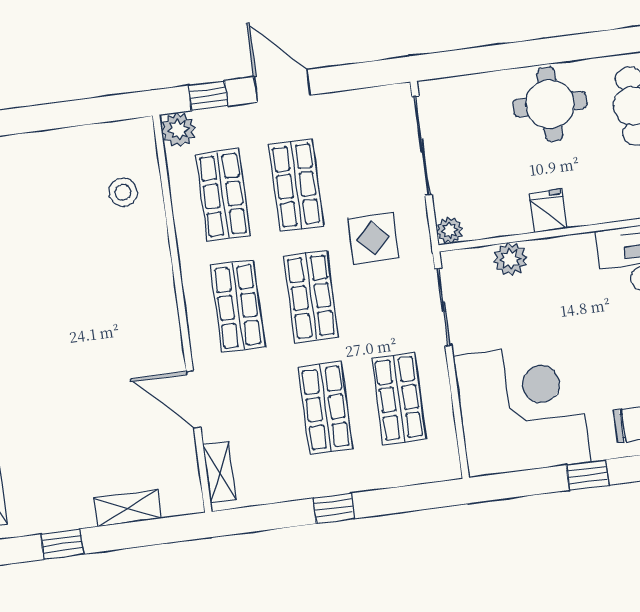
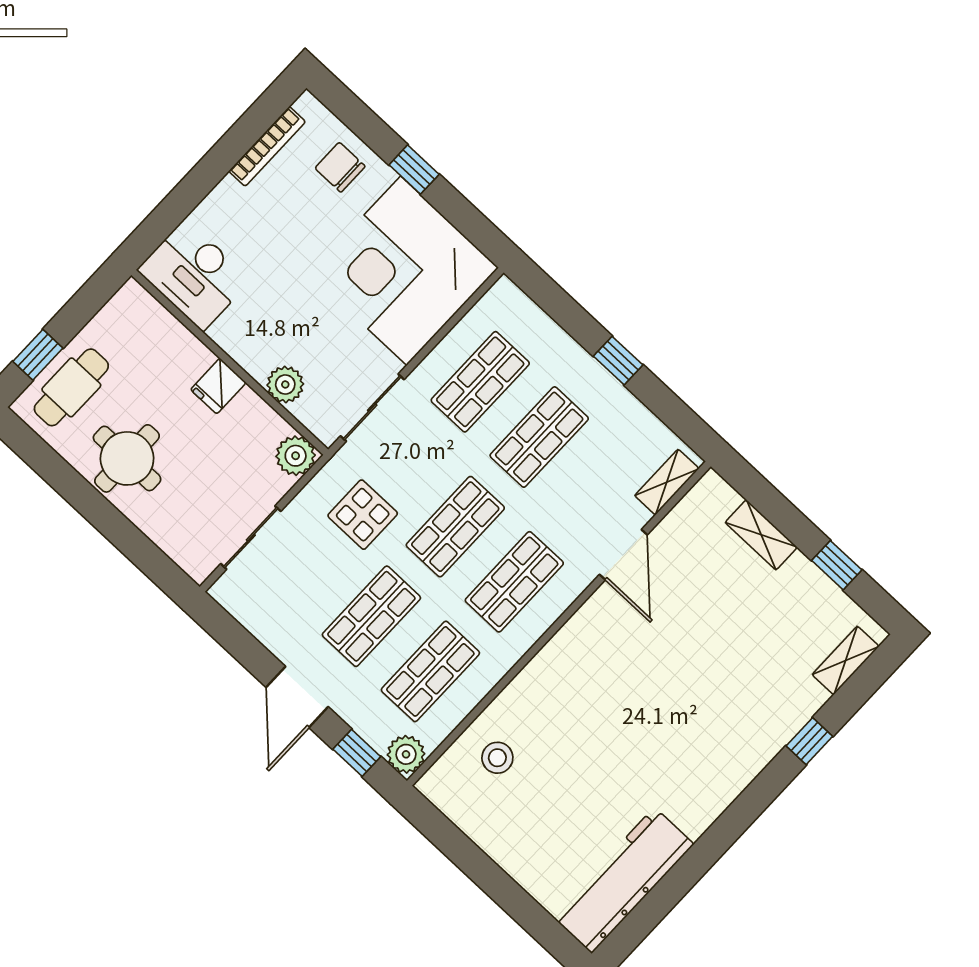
sliding door: (422, 146) -> (251, 538), width x0.73
plant: (450, 230) -> (296, 456), width x1.38, depth x1.38

